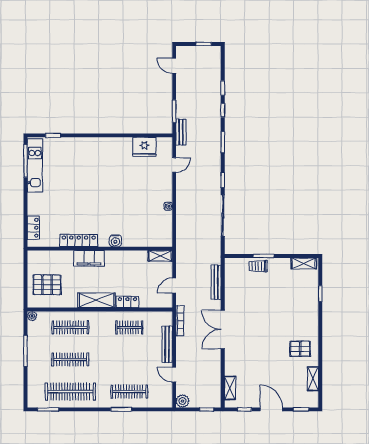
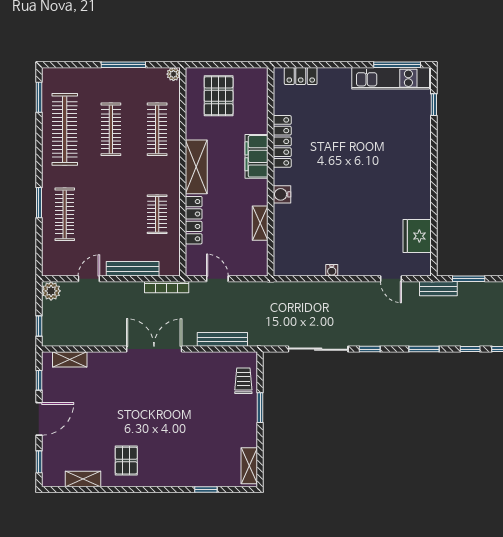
shelving: (160, 256) -> (260, 223), moved
trolley: (258, 266) -> (243, 381), moved
locker: (127, 302) -> (194, 220), width x1.53

